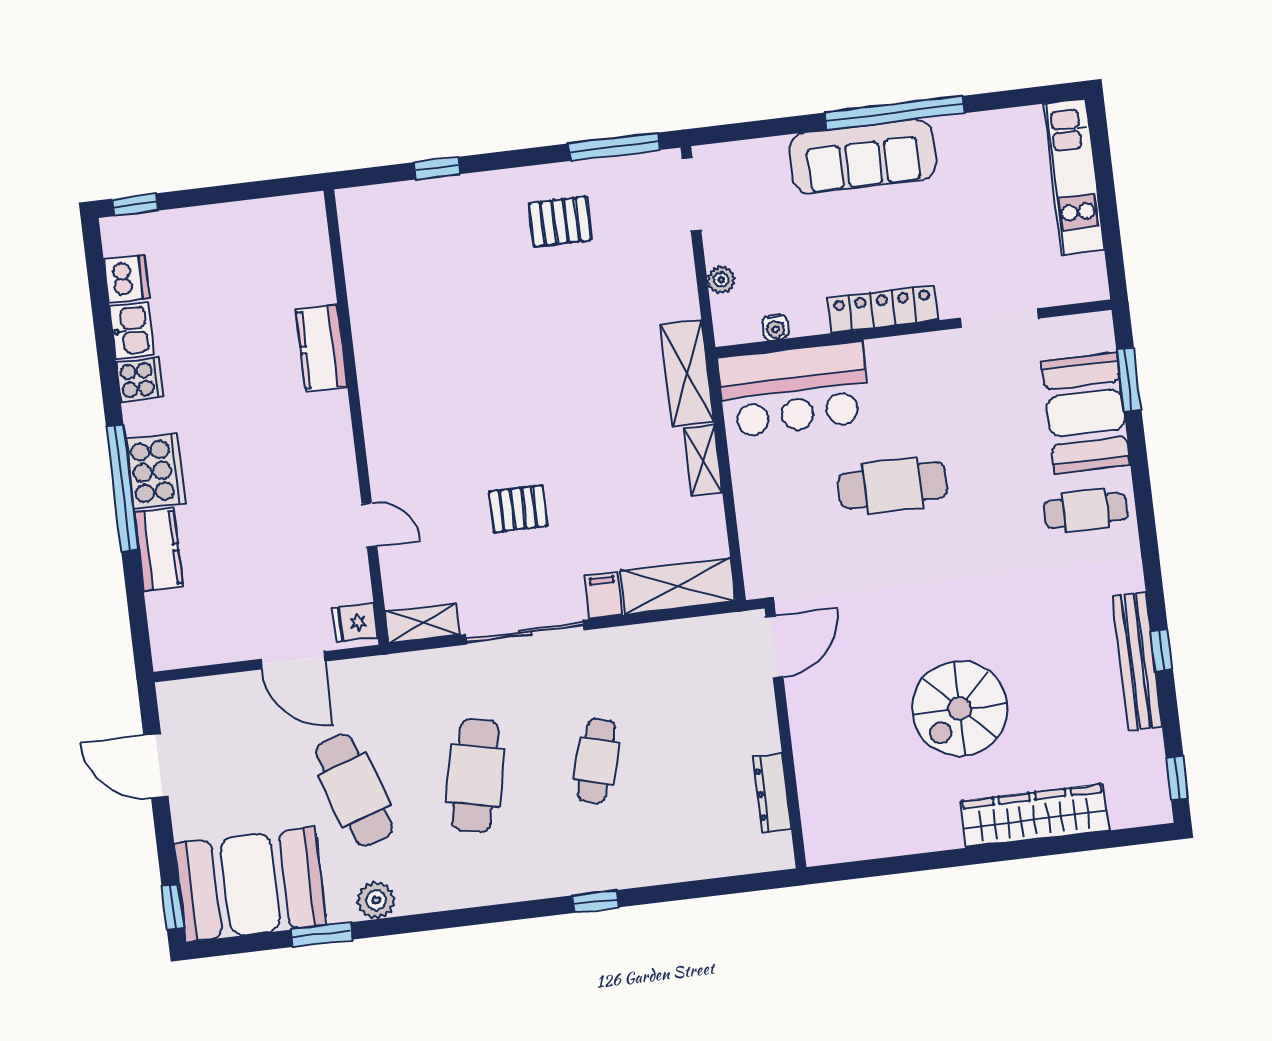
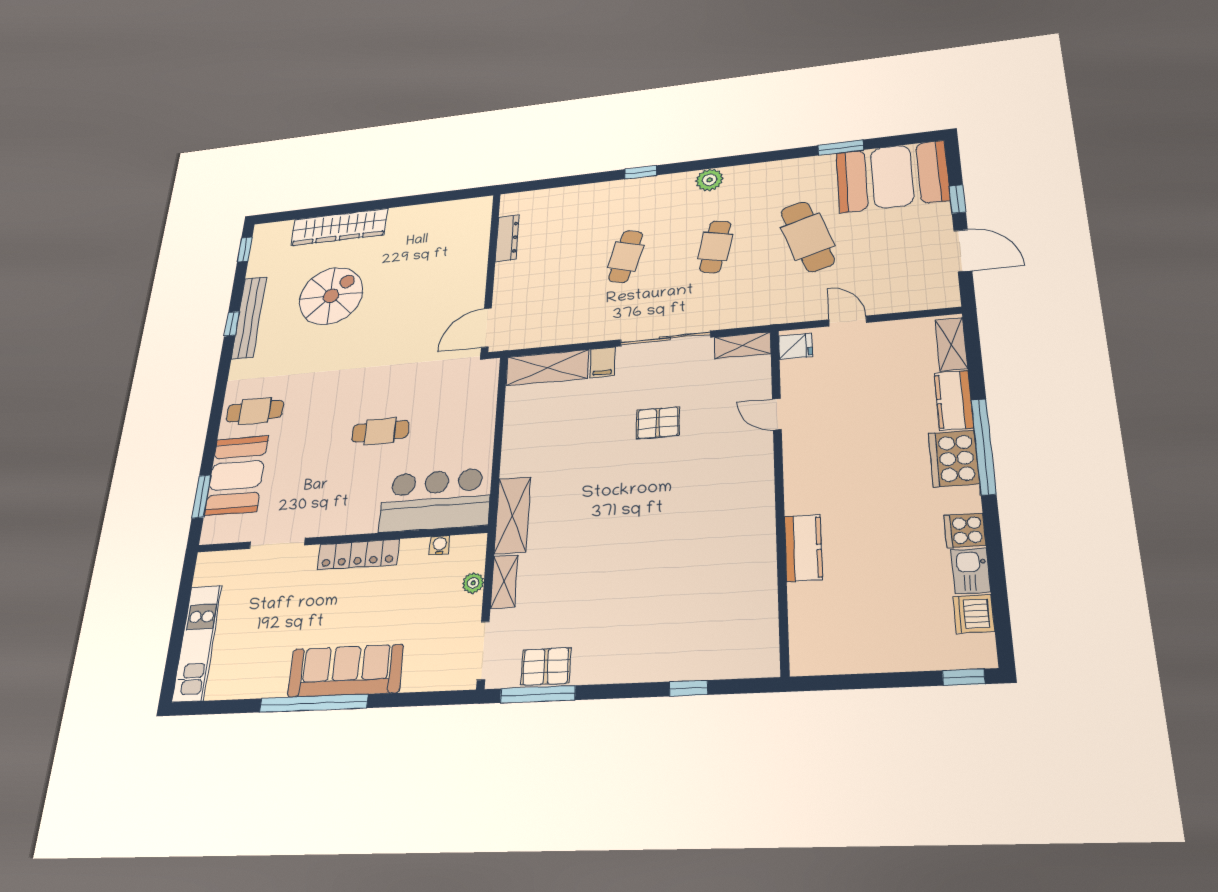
pallet: (560, 222) -> (546, 666), moved
shelving: (703, 461) -> (504, 581), moved
cafe table: (893, 485) -> (380, 431), width x0.73, depth x0.74
shelving: (165, 628) -> (951, 344), added
door: (293, 660) -> (848, 321), width x0.73
spiral stairs: (960, 708) -> (331, 296), moved
cafe table: (475, 775) -> (715, 247), width x0.73, depth x0.74
plant: (376, 900) -> (710, 180), moved
window: (173, 907) -> (957, 199), moved

